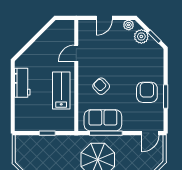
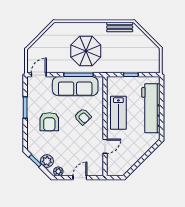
workbench: (22, 83) -> (151, 108), width x1.88, depth x1.32
armchair: (147, 92) -> (49, 122), moved
sofa: (103, 120) -> (75, 86), width x1.36

